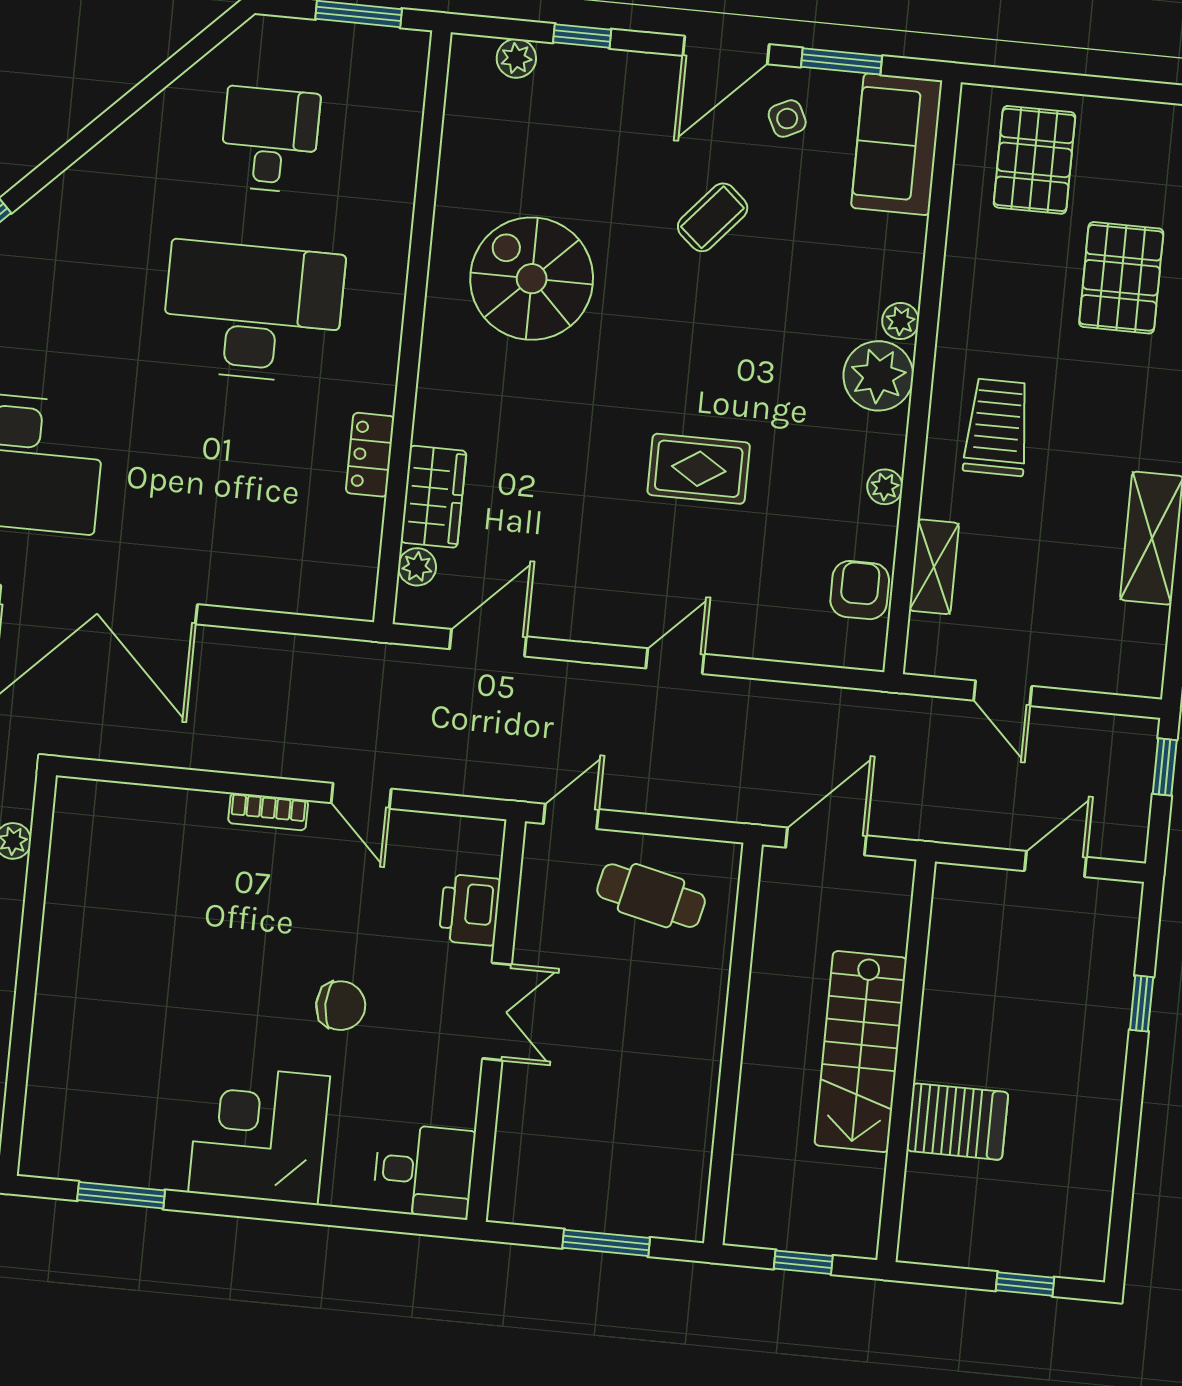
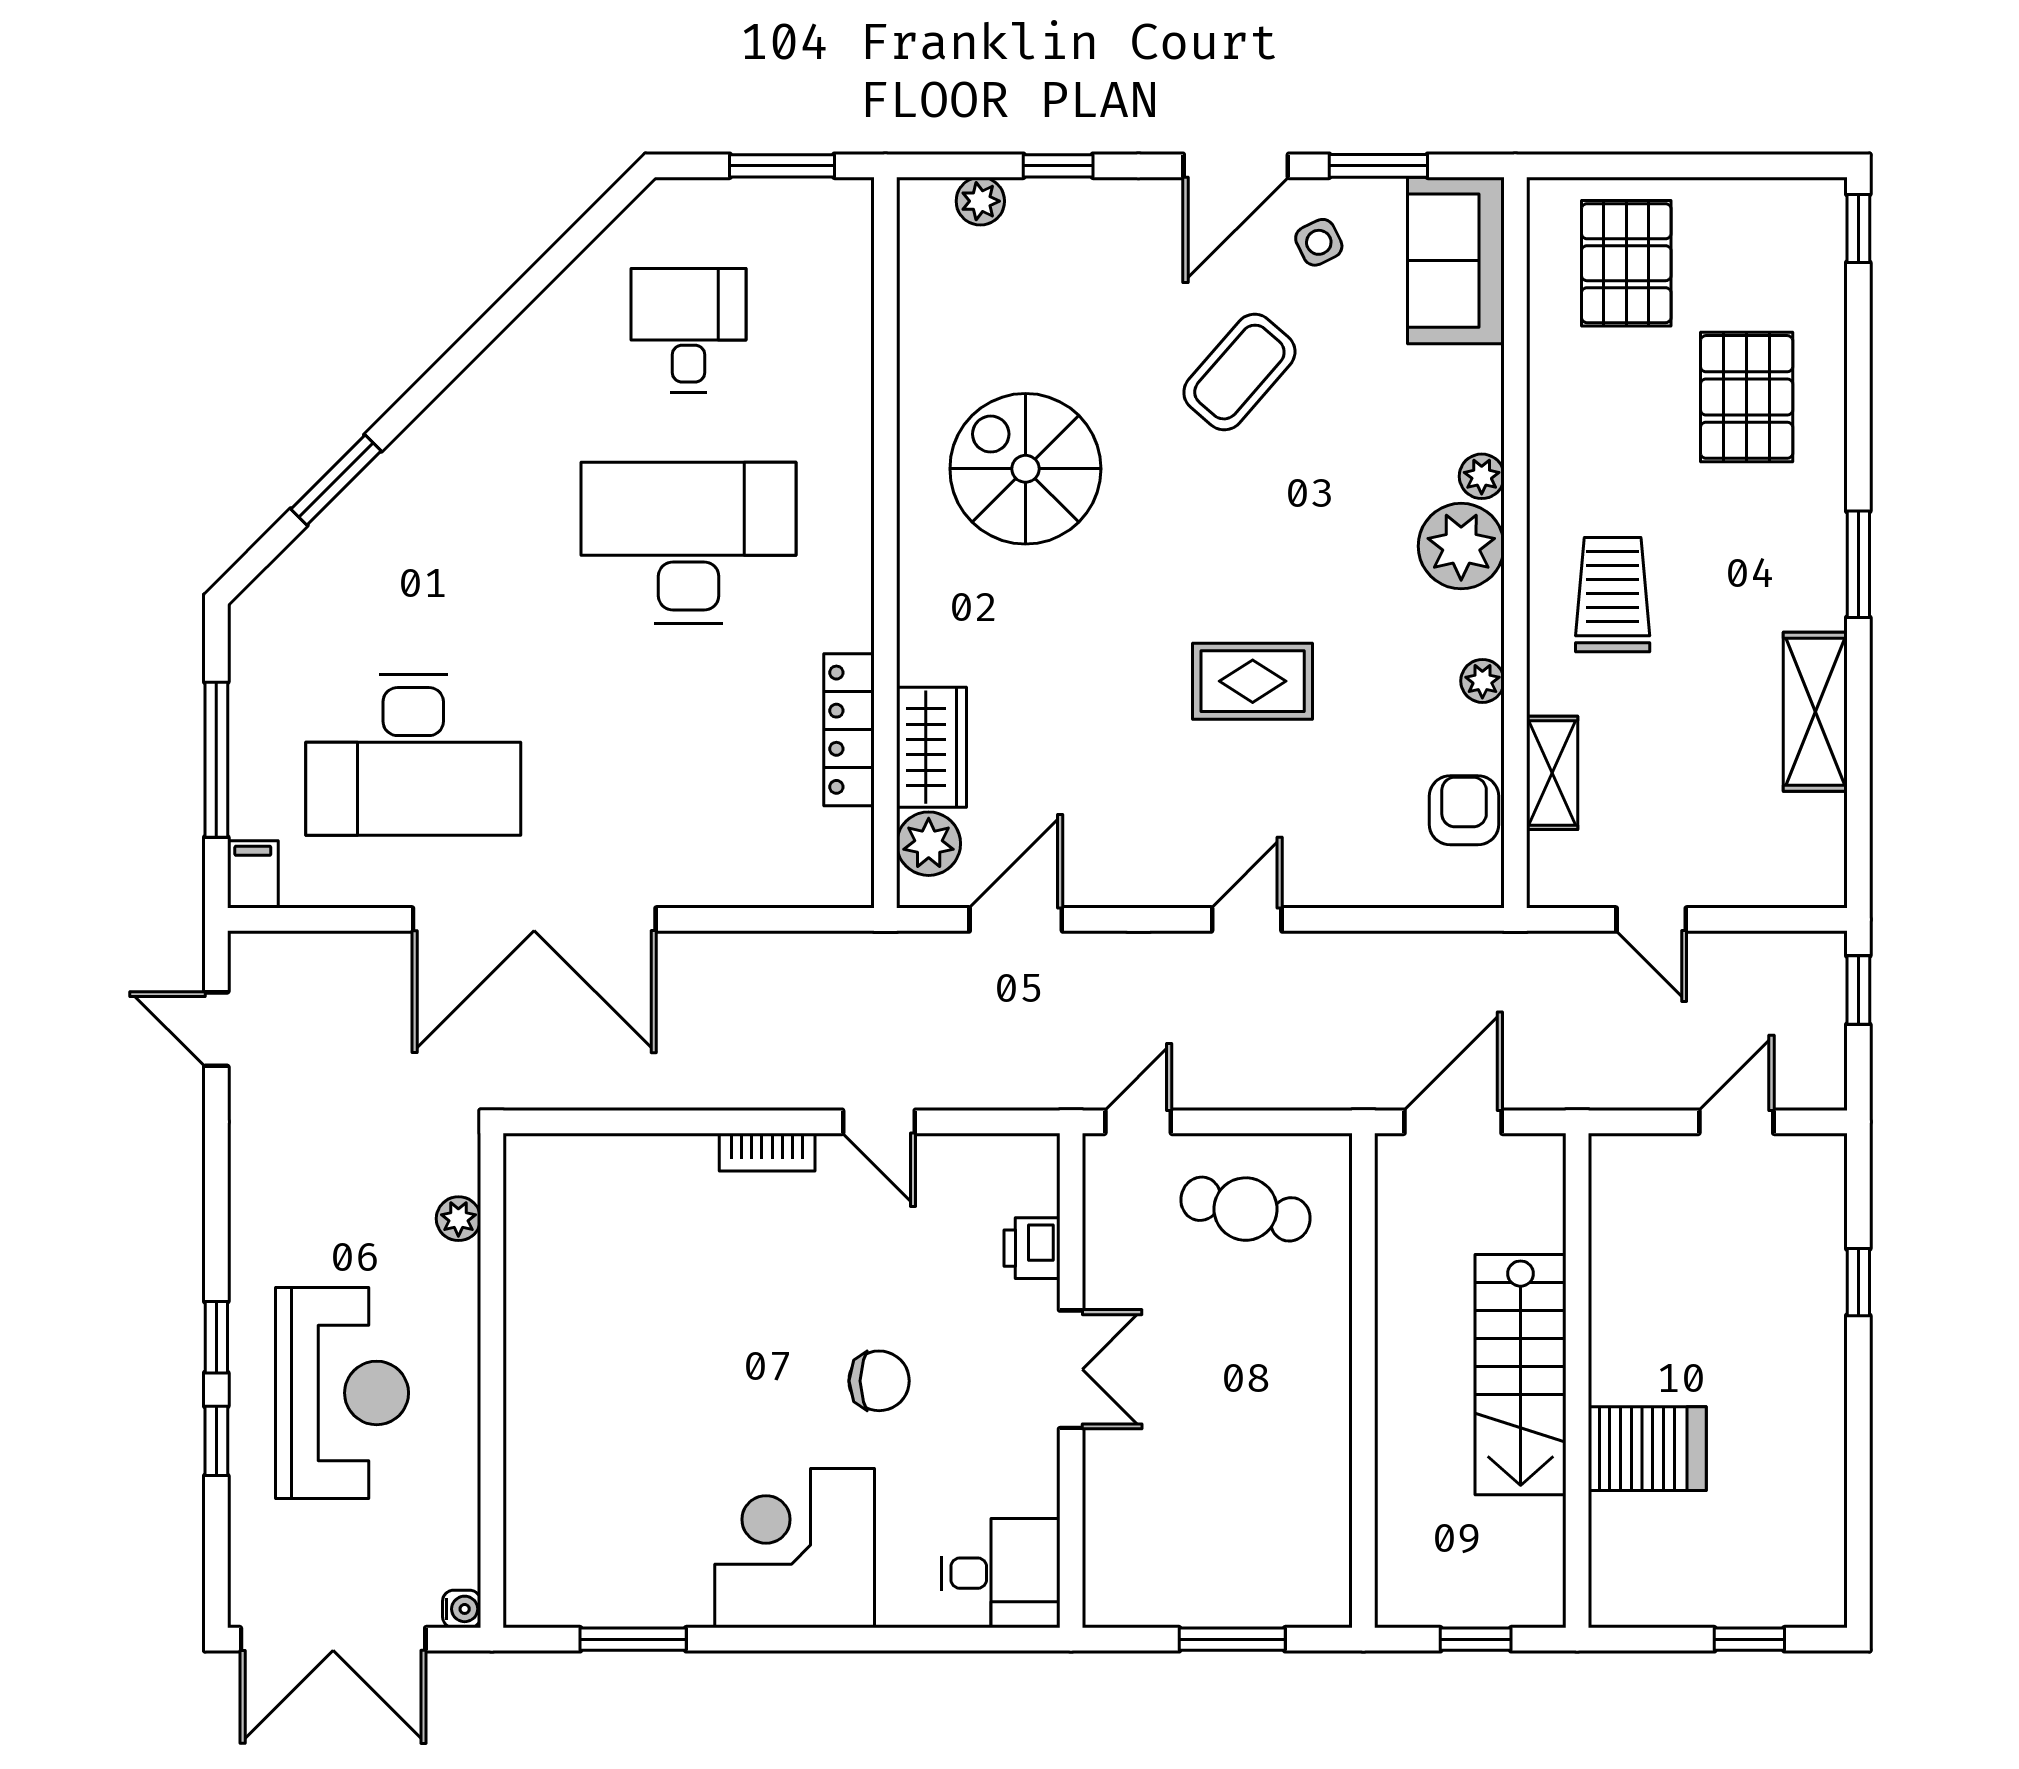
coffee table: (713, 217) -> (1239, 372), width x1.36, depth x1.30
locker: (370, 455) -> (849, 730), width x1.53
plant: (417, 567) -> (929, 844), width x1.38, depth x1.38
printer: (470, 910) -> (1032, 1248), width x0.73, depth x0.81

